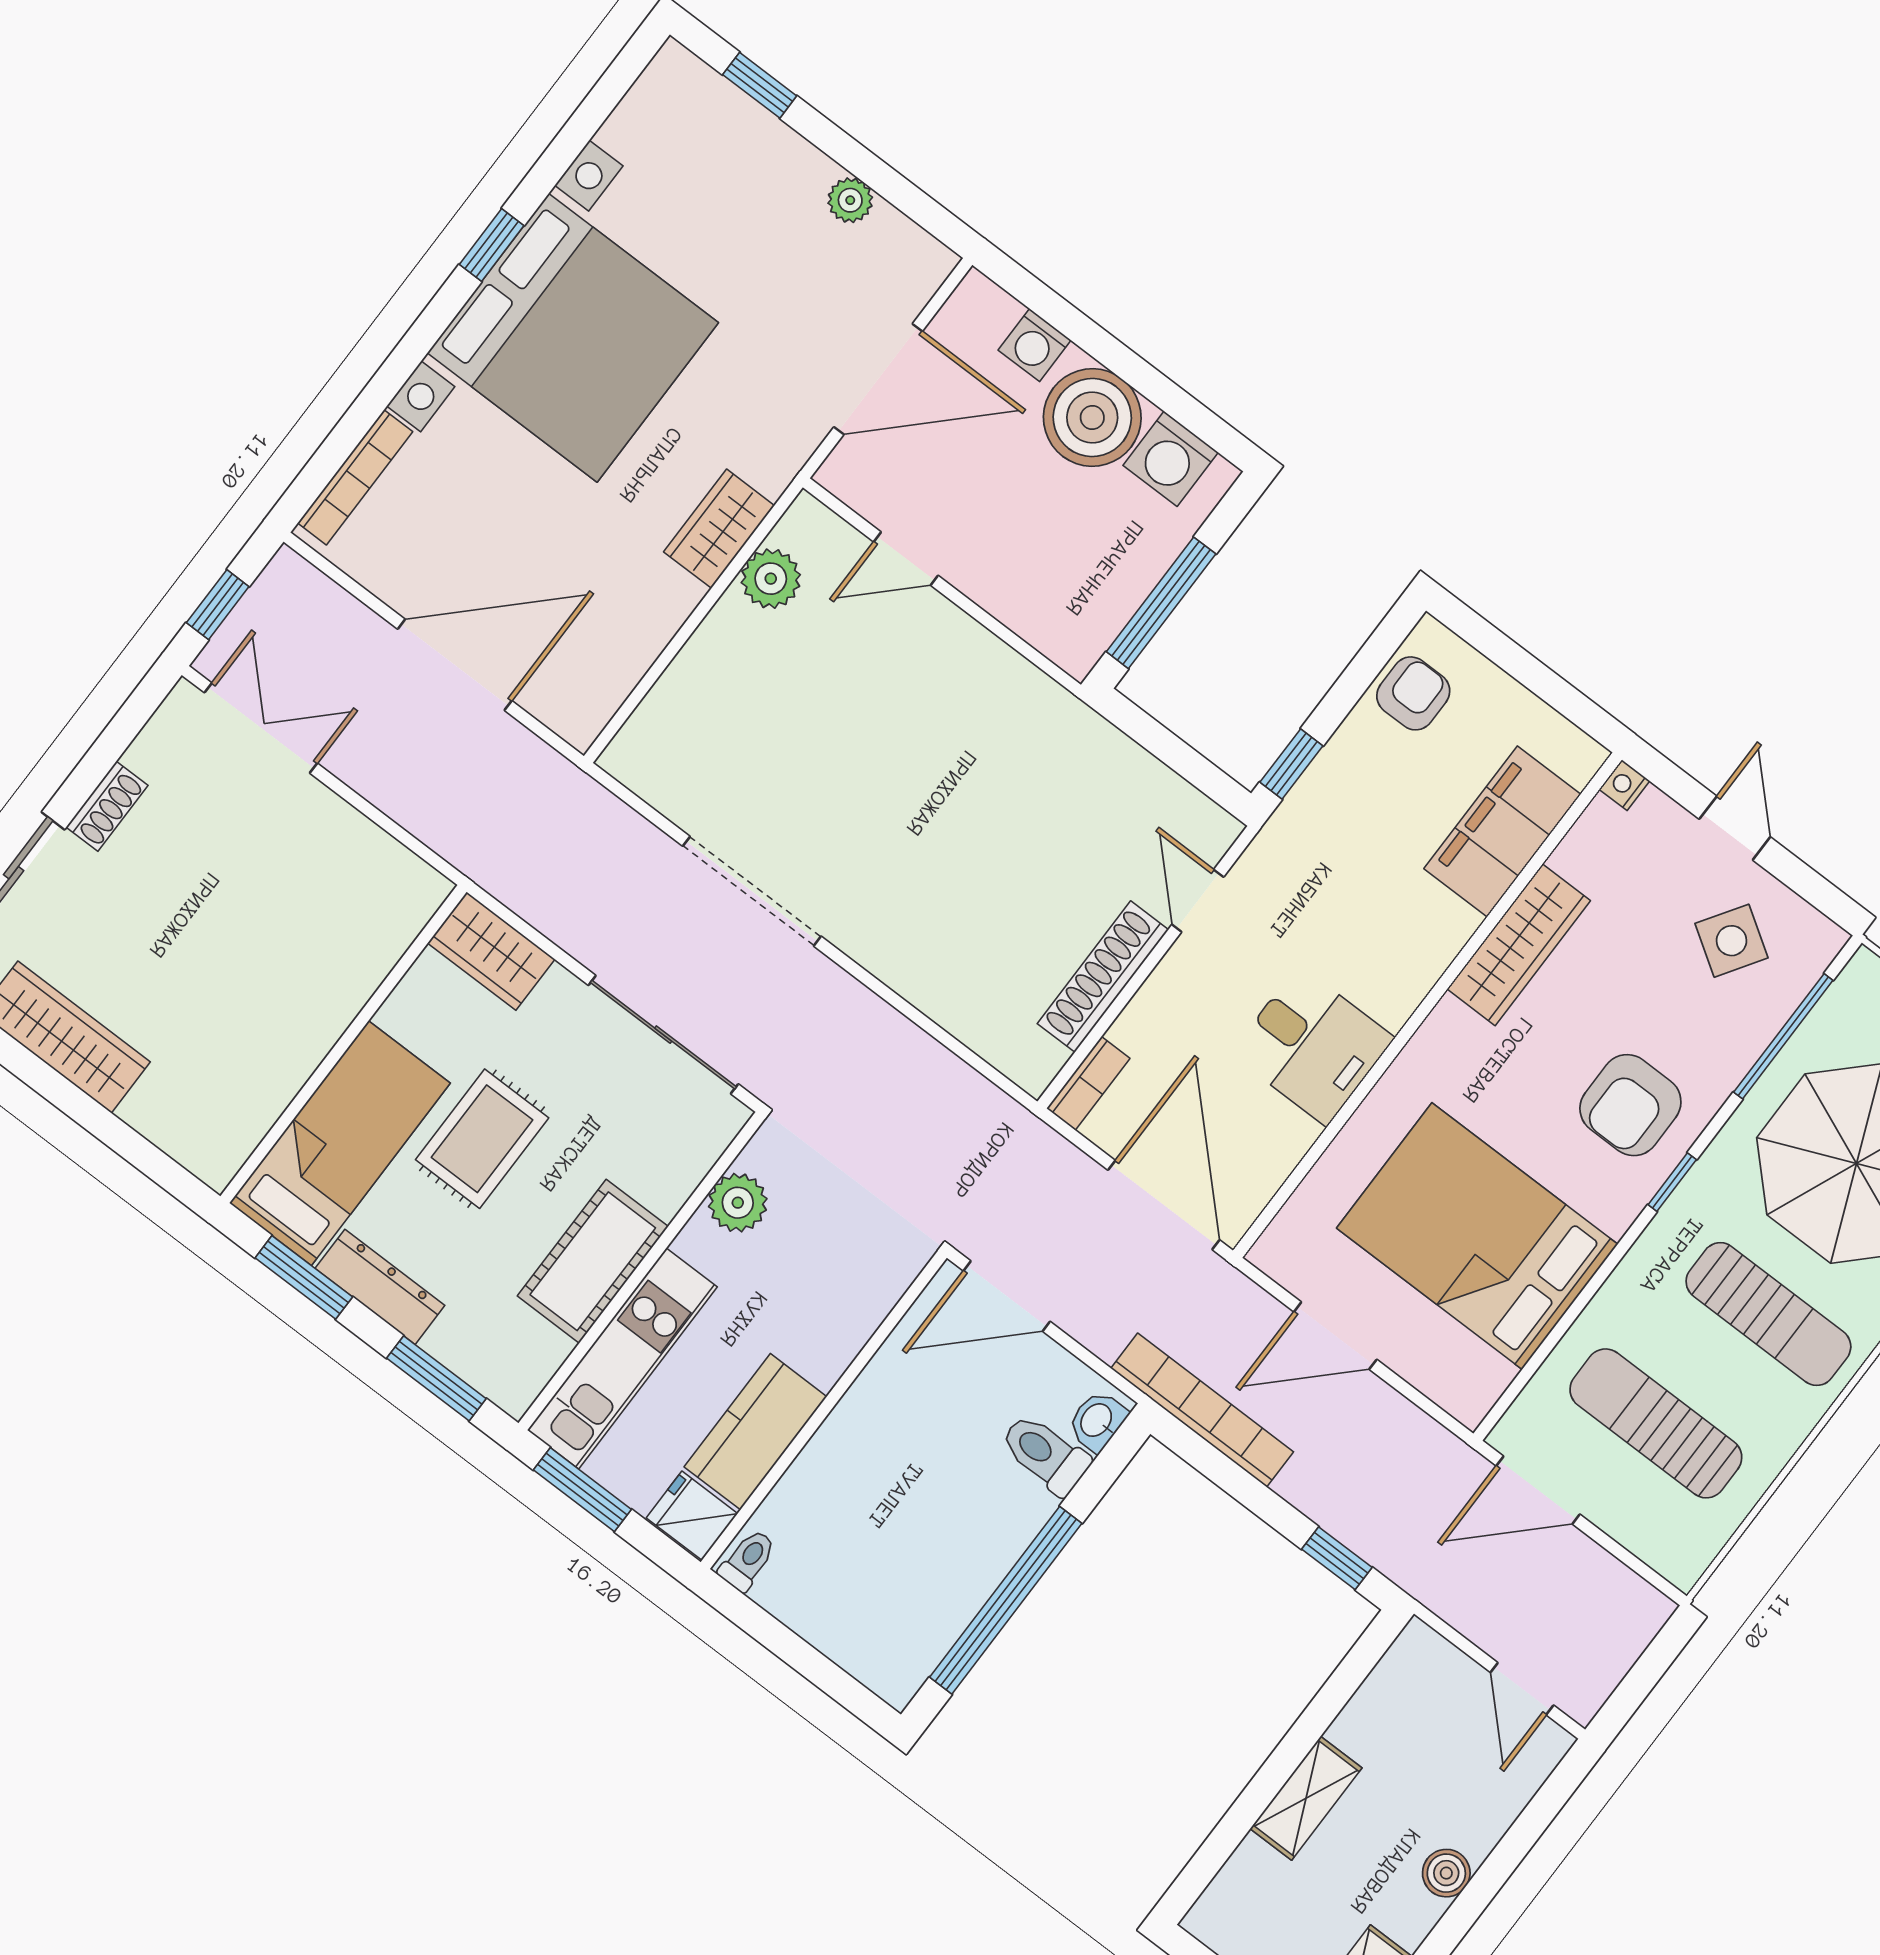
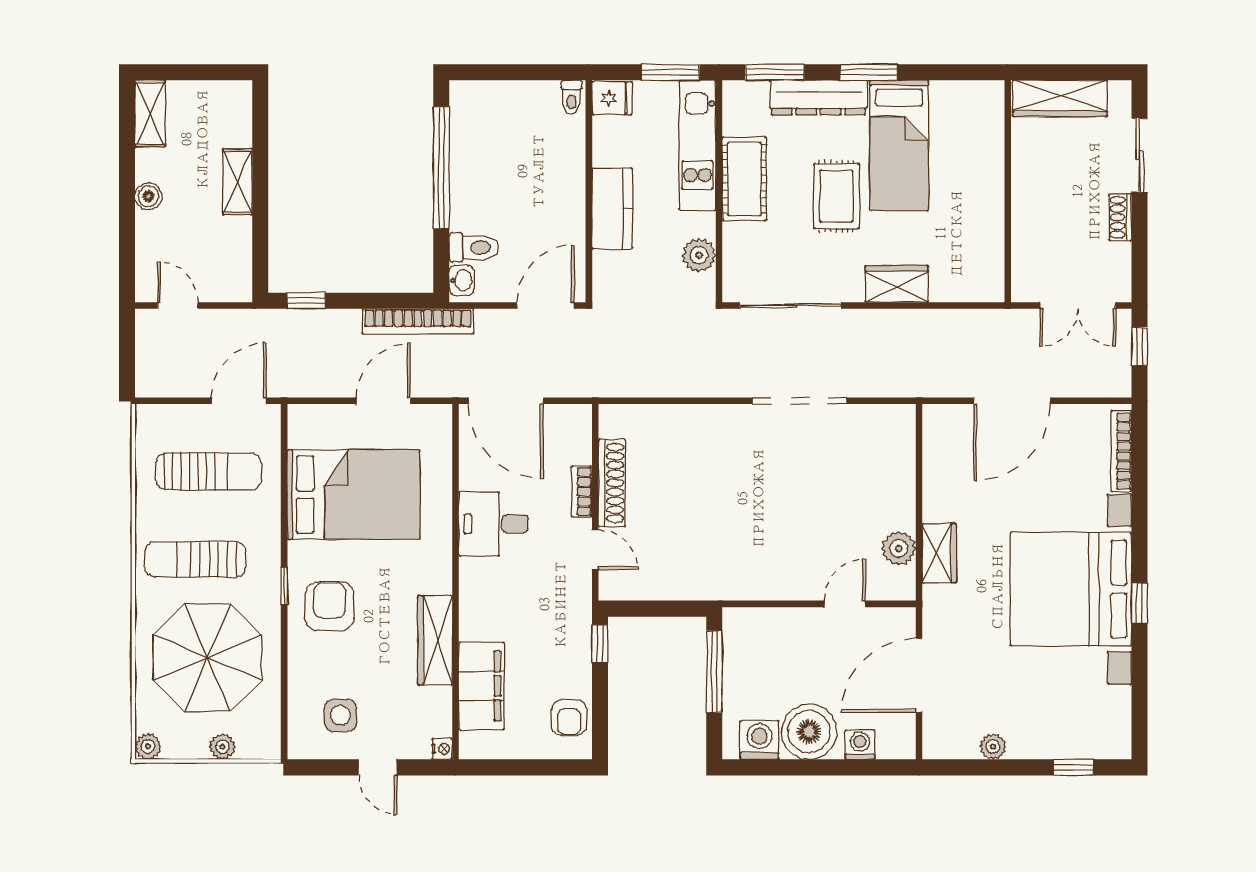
side table: (1732, 941) -> (340, 715), turned -33
window: (1783, 1036) -> (284, 690), removed
wall: (343, 1044) -> (1008, 191), moved
bookcase: (1088, 1083) -> (582, 491), moved
dresser: (380, 1287) -> (819, 98), width x1.37, depth x1.24
kitchen counter: (755, 1432) -> (612, 208), moved

